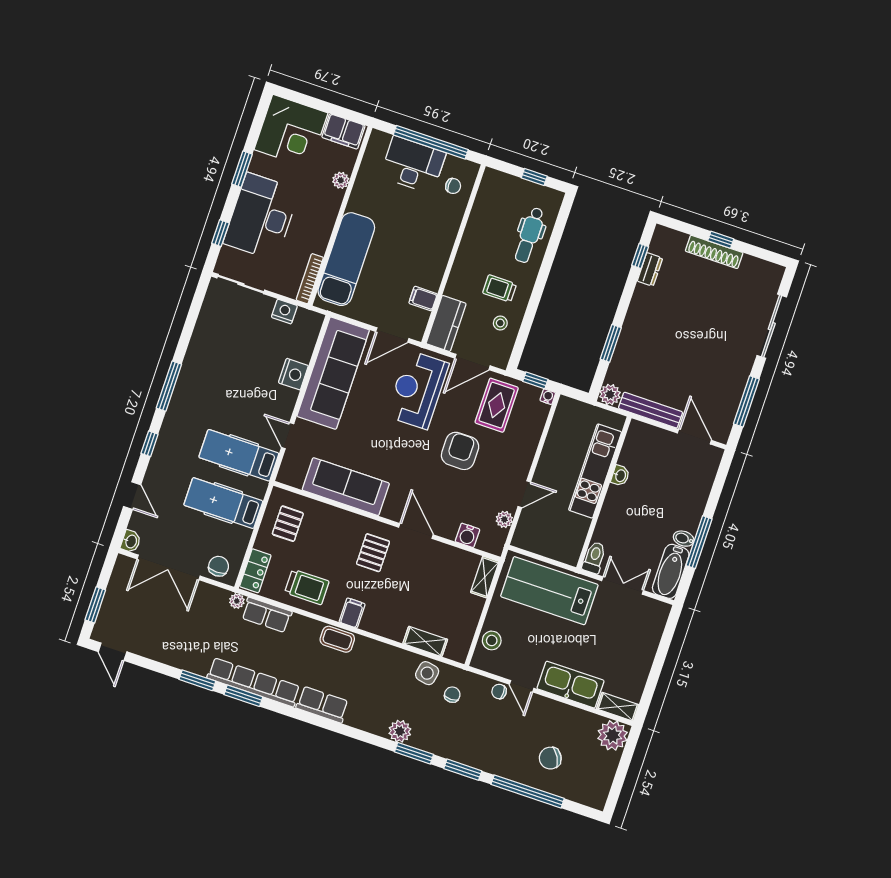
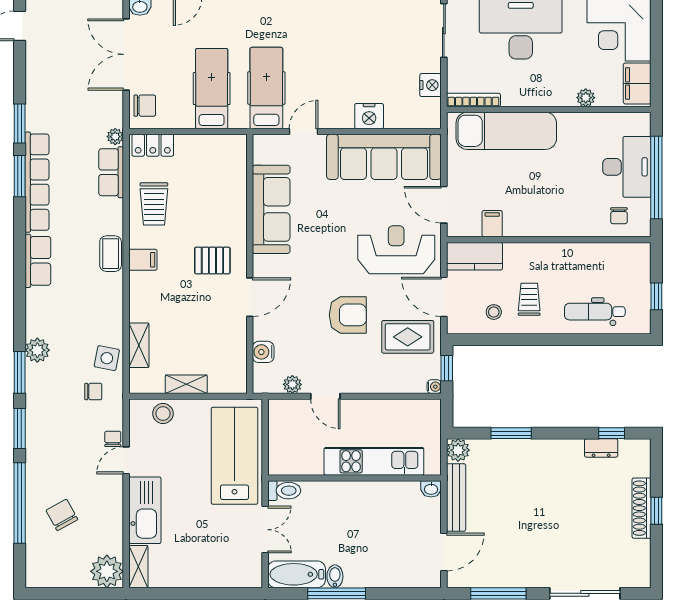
washbasin: (620, 476) -> (431, 489), moved
pallet: (288, 524) -> (213, 162), removed
shelving: (485, 577) -> (186, 384), moved

